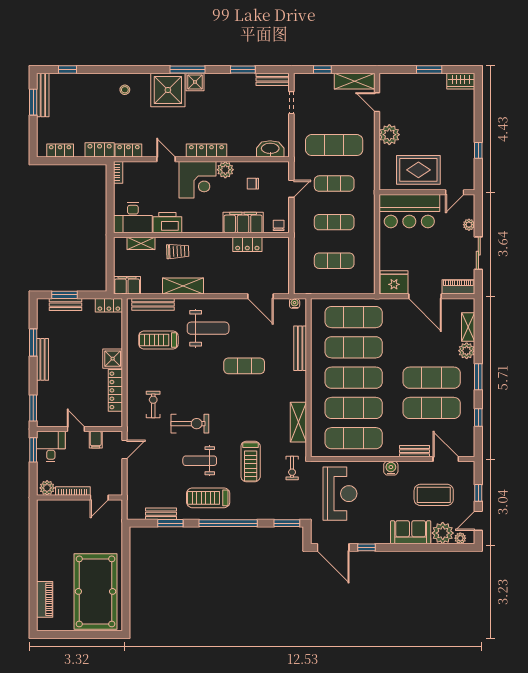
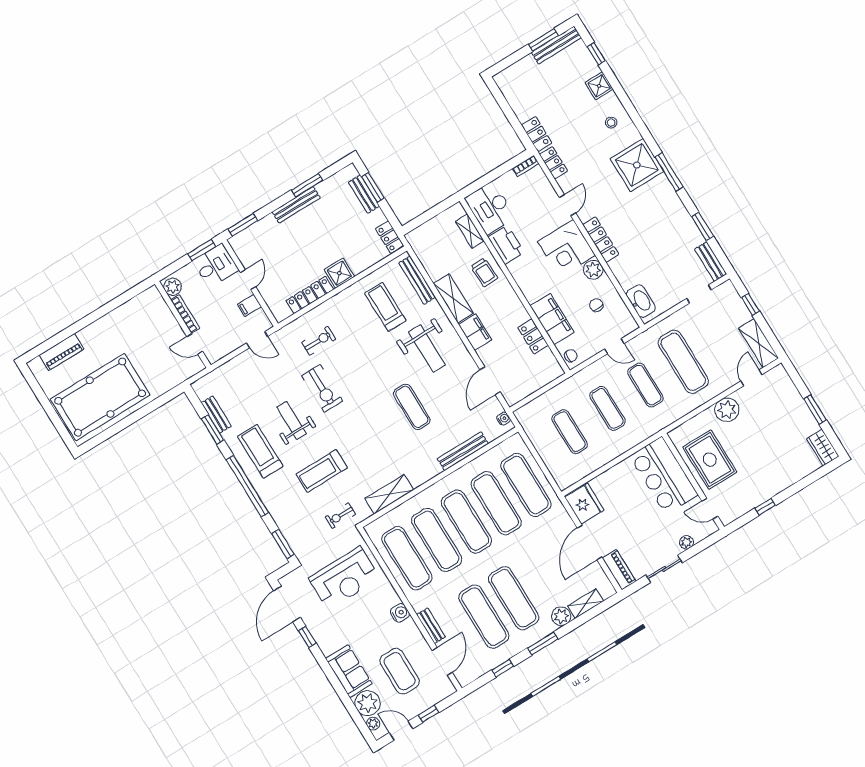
shower: (195, 82) -> (599, 86), moved
locker: (60, 151) -> (512, 96), removed
filing cabinet: (127, 285) -> (475, 332), moved

